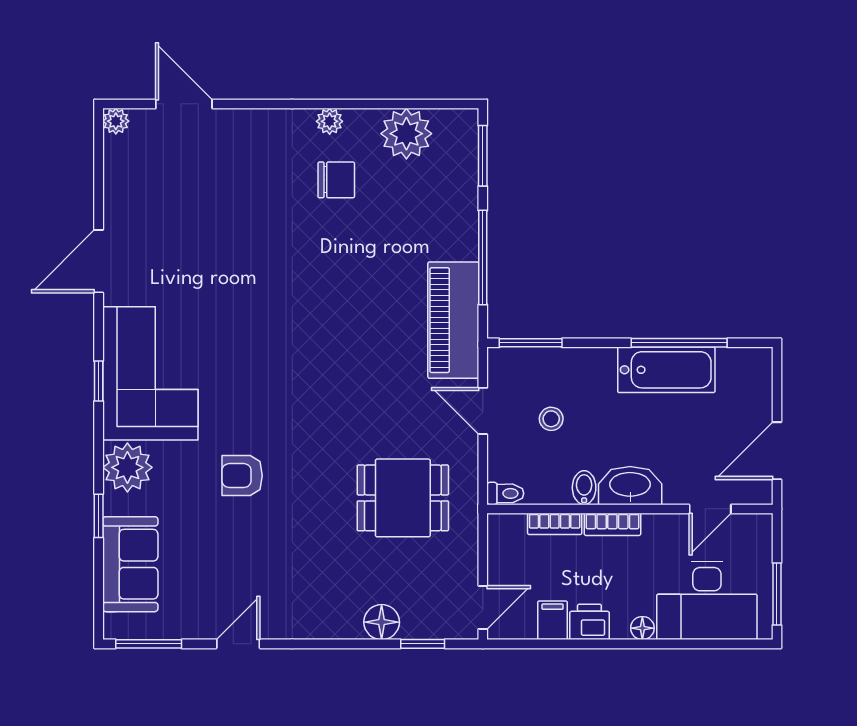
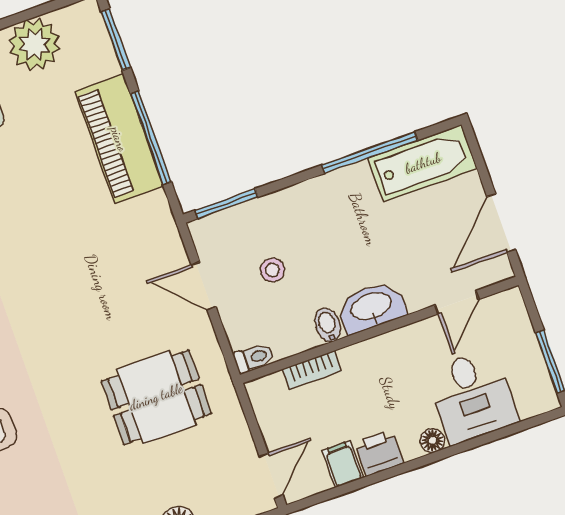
piano: (453, 320) -> (119, 139), moved
bathtub: (666, 370) -> (423, 163), moved
bookcase: (612, 524) -> (368, 351), removed
desk: (707, 600) -> (472, 396), width x0.73

